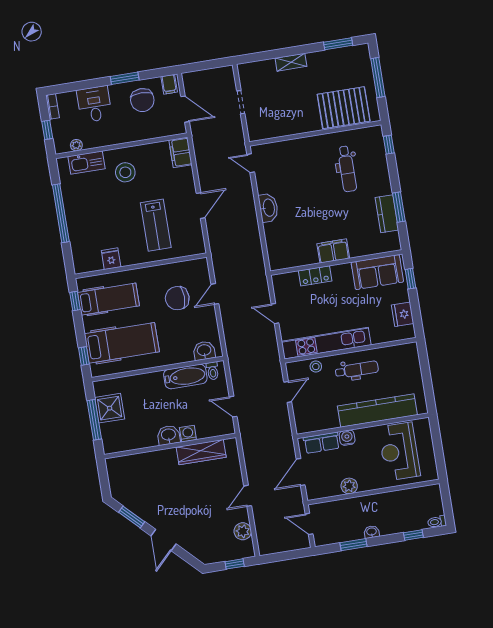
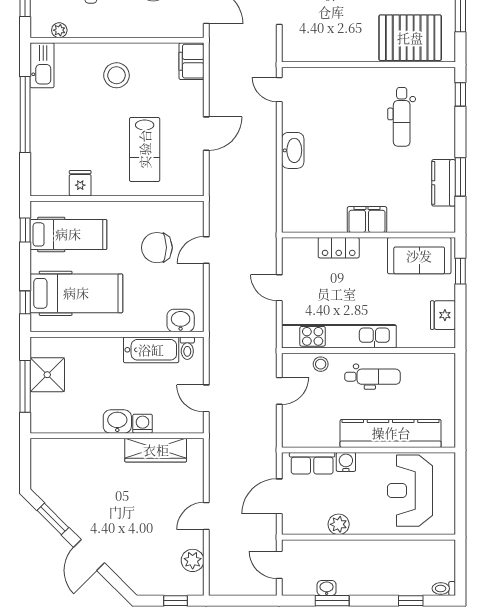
kitchen sink: (87, 162) -> (42, 65), moved, turned -90
washbasin: (372, 532) -> (327, 588), moved

